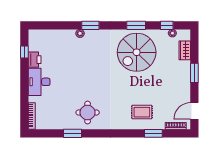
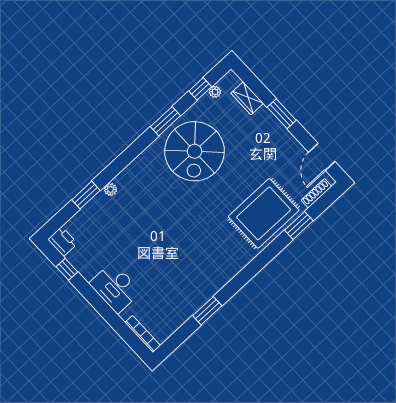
window: (90, 25) -> (86, 195), moved
printer: (35, 60) -> (63, 241), moved
rug: (142, 112) -> (264, 213), width x1.86, depth x2.06
round table: (88, 113) -> (202, 271), removed

